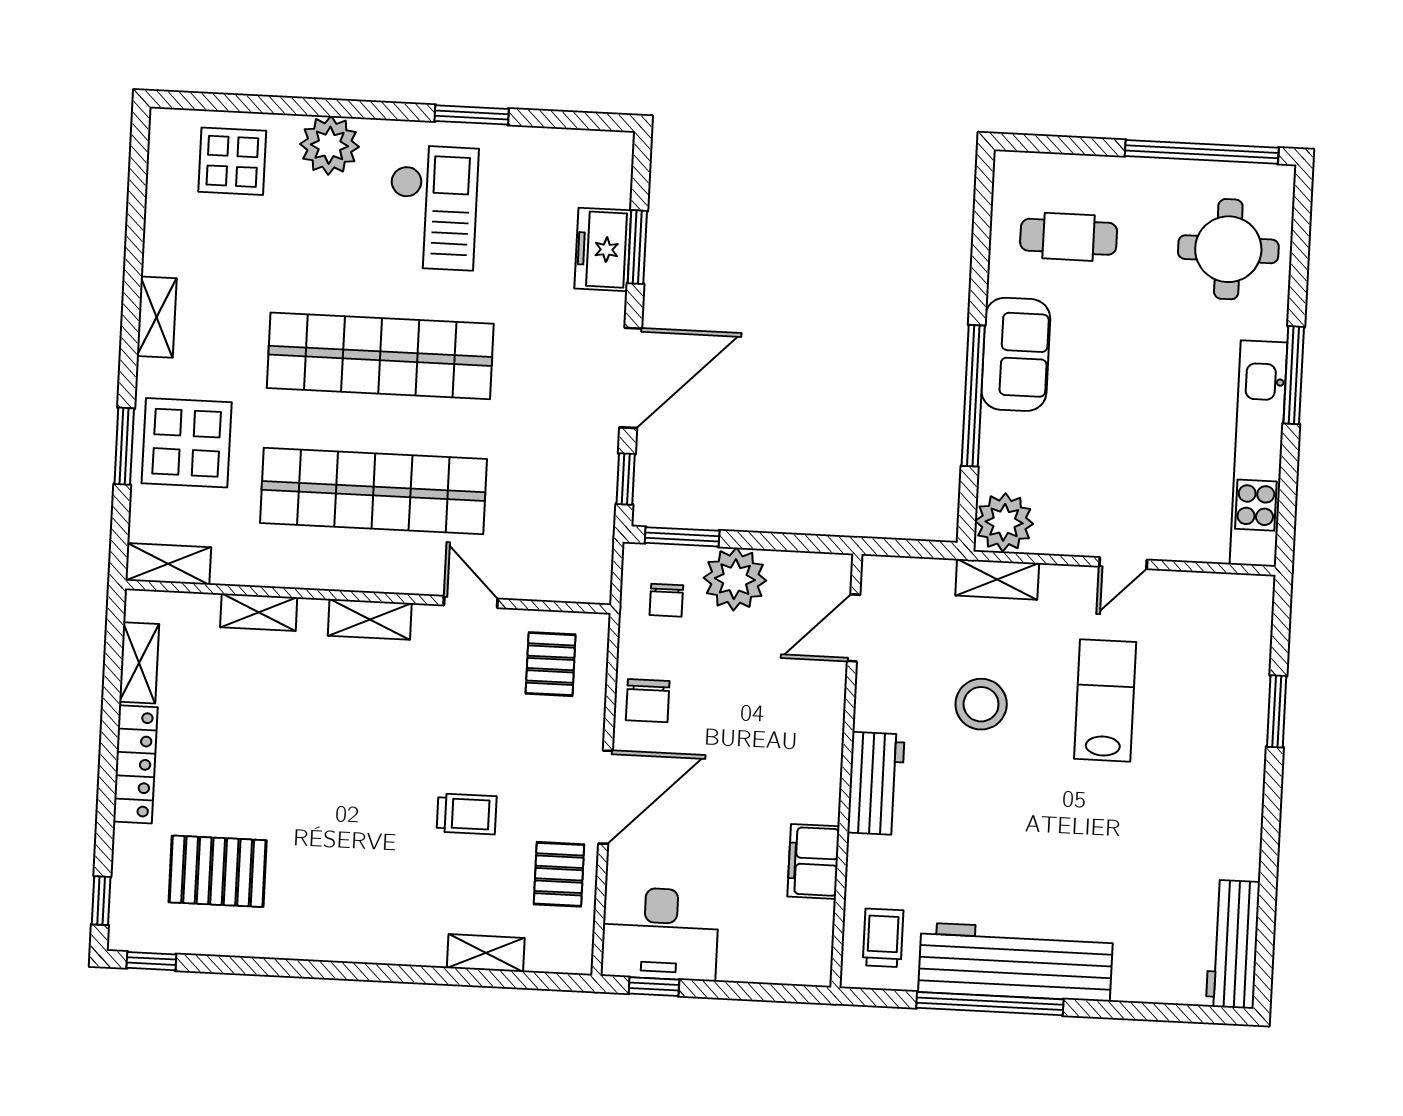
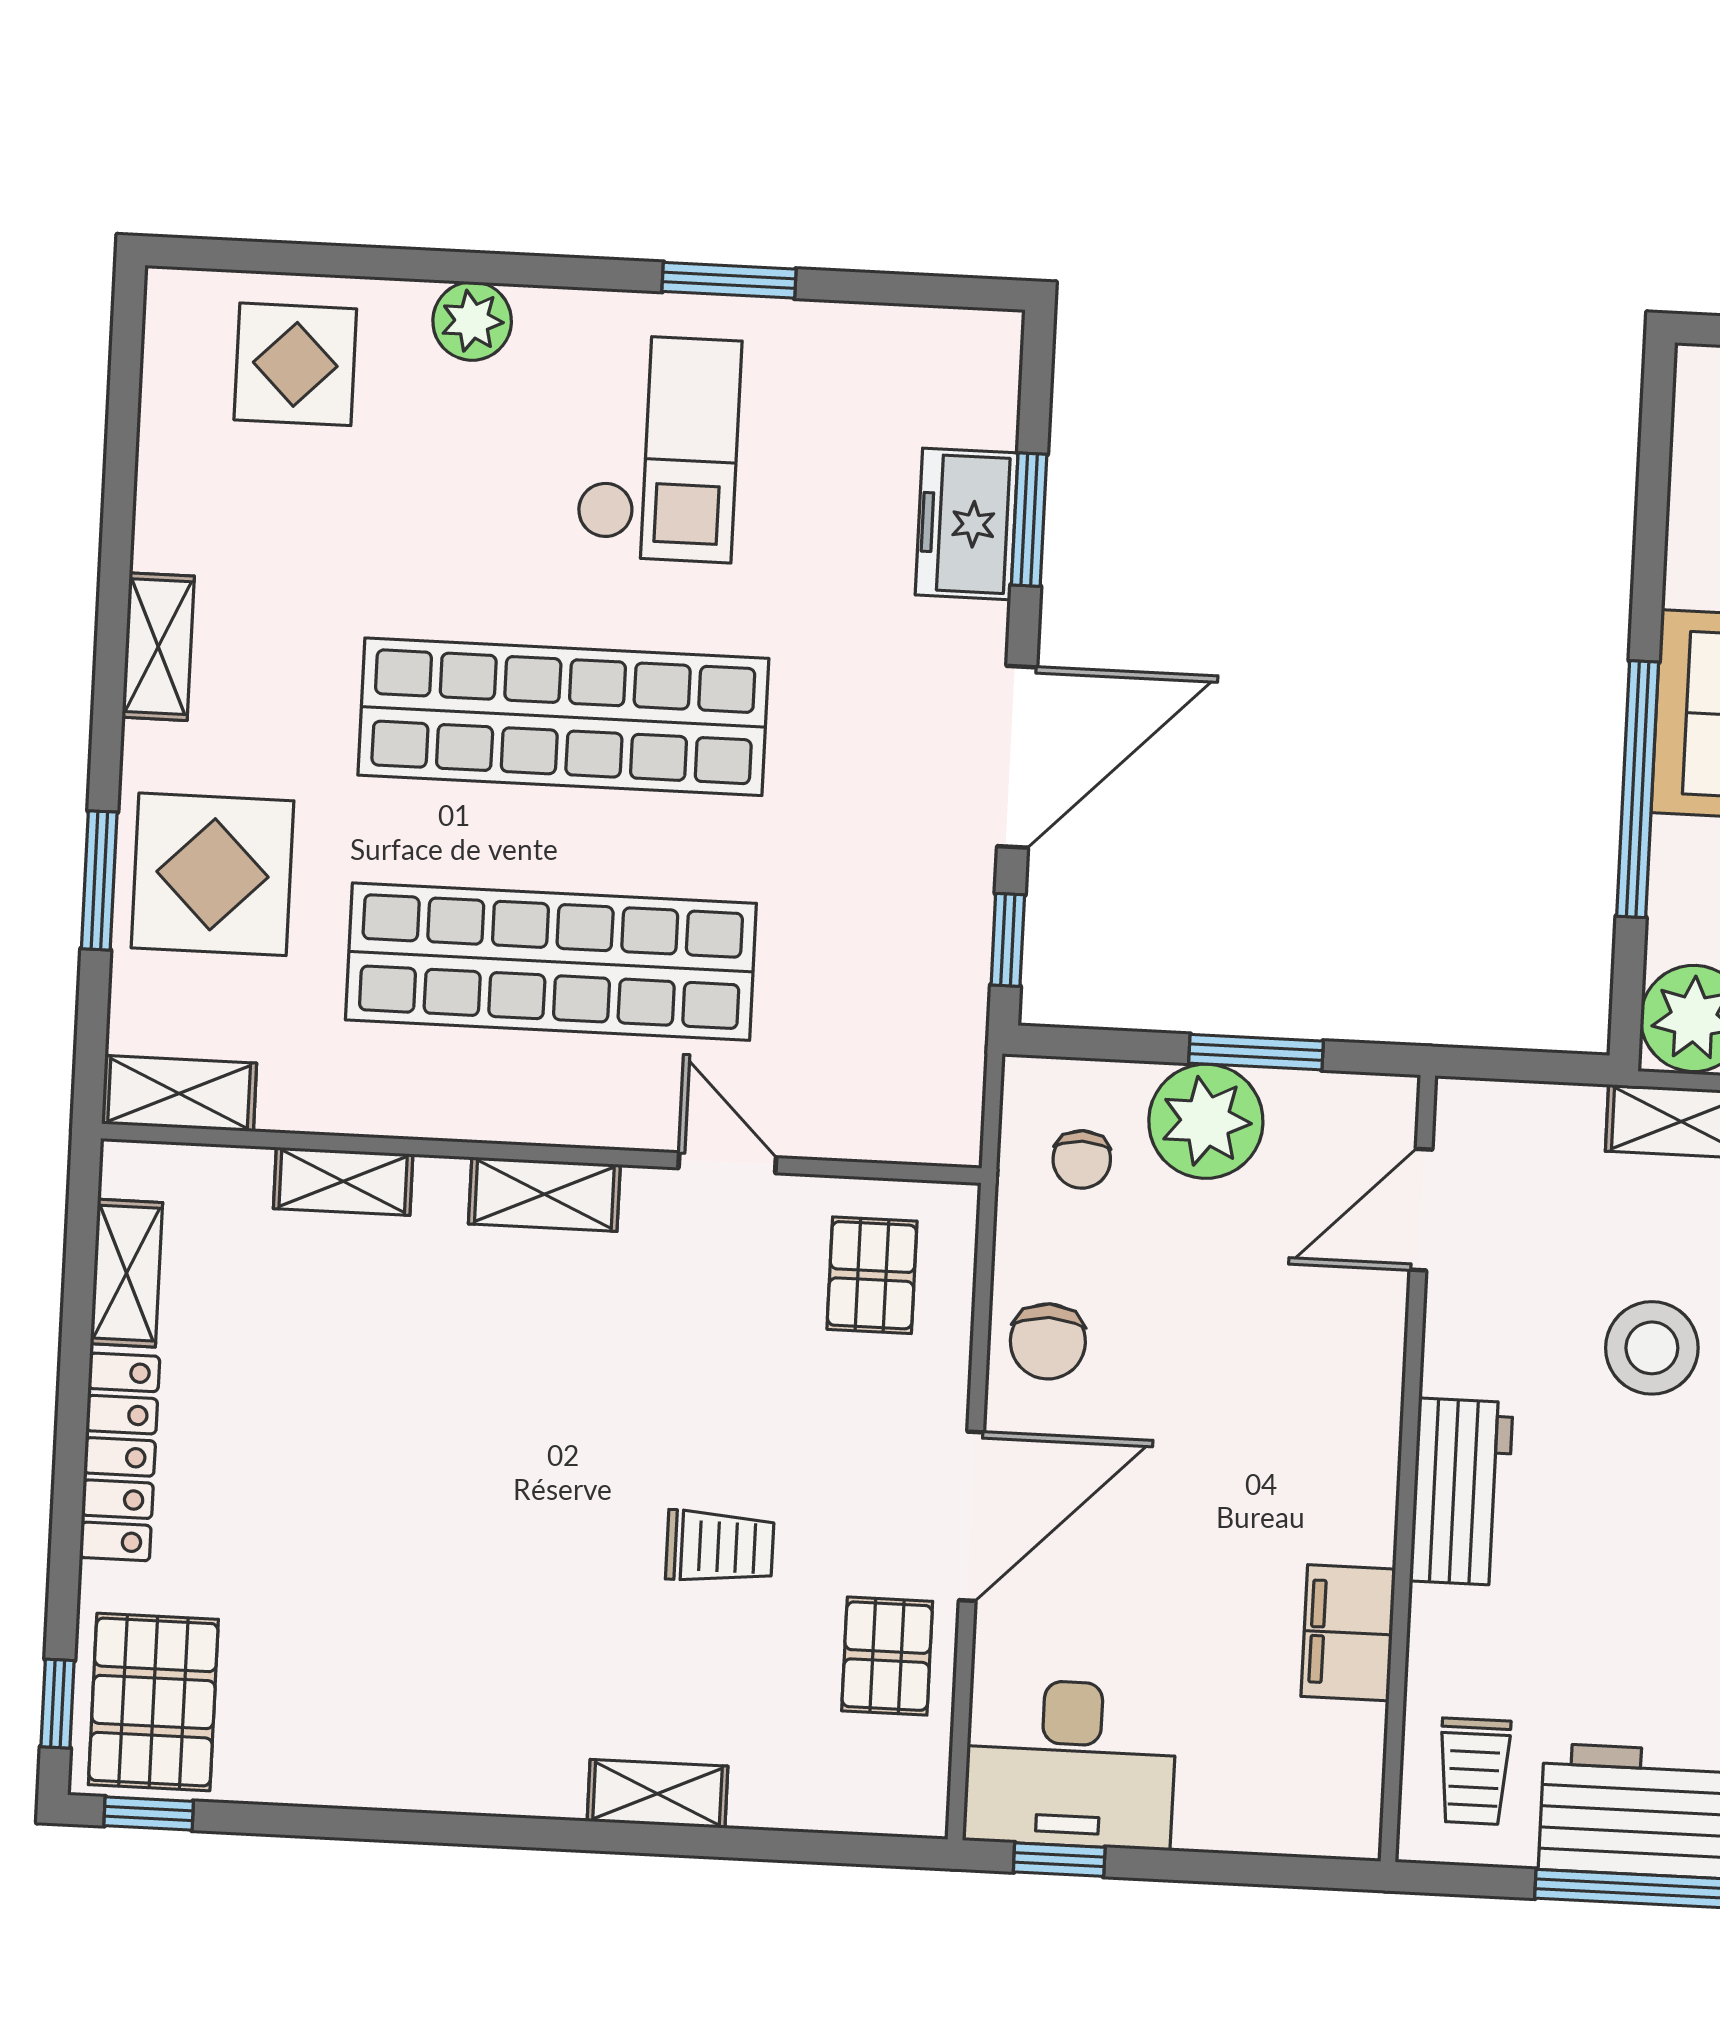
plant: (330, 145) -> (472, 321), width x0.73, depth x0.73
window: (682, 537) -> (1256, 1052), moved
pallet: (218, 871) -> (153, 1702), moved, turned 90
trolley: (883, 938) -> (1474, 1771), turned 180
shelving: (486, 953) -> (657, 1794), moved

